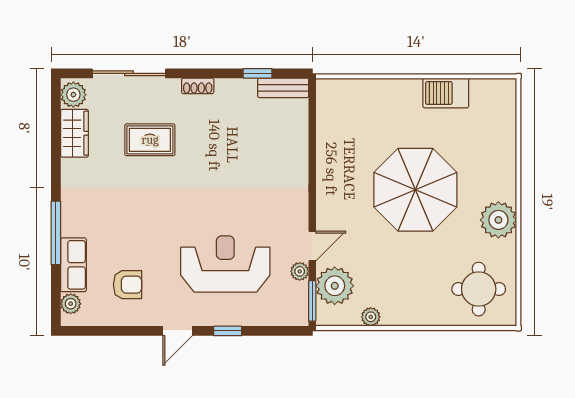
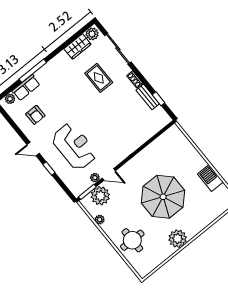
bench: (283, 88) -> (148, 97), moved
round table: (479, 289) -> (132, 240), moved

